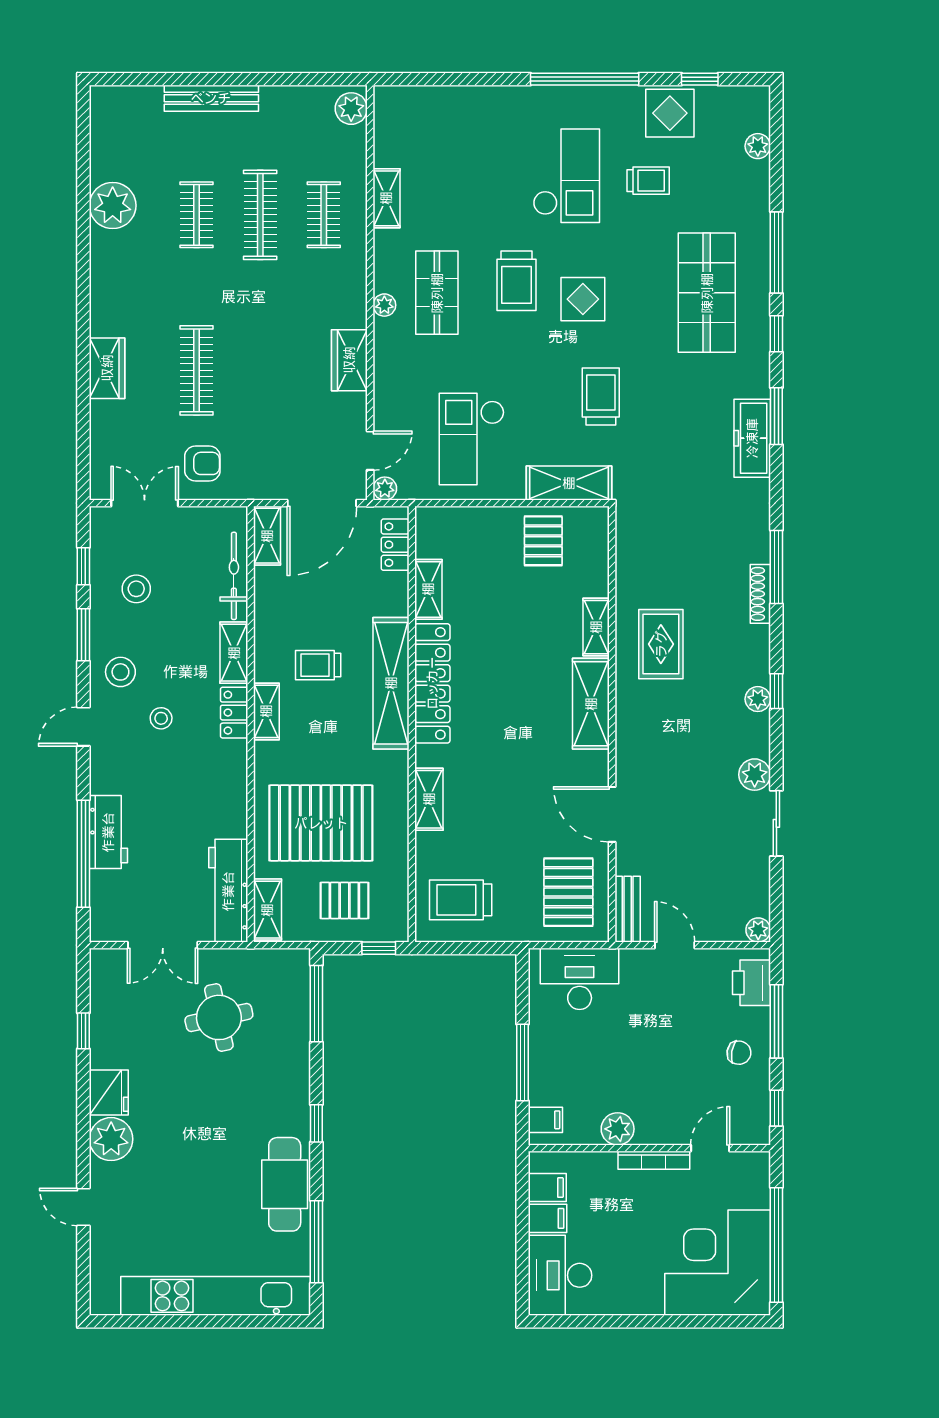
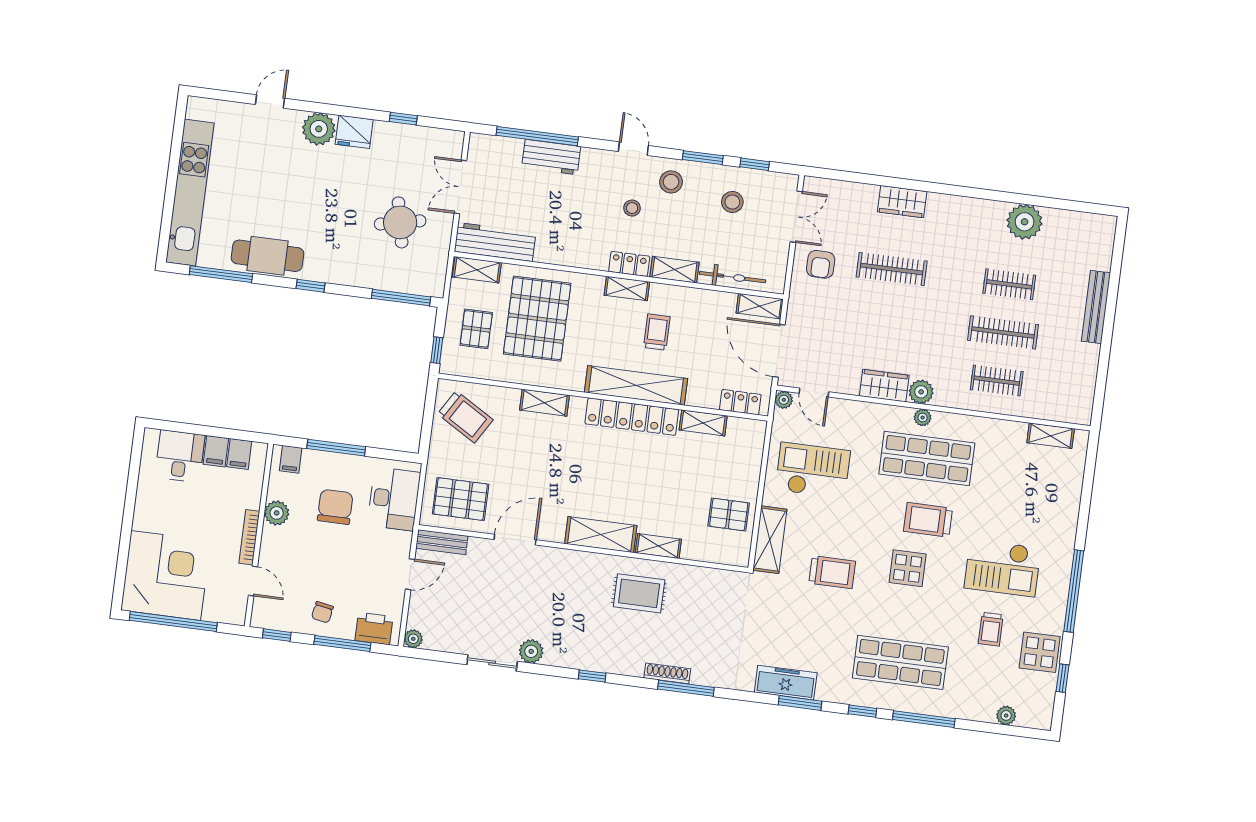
plant: (351, 109) -> (921, 392), moved
shelving: (386, 198) -> (1051, 436), moved
shop shelf: (437, 293) -> (927, 458), width x1.43, depth x1.36
plant: (758, 699) -> (588, 661), removed
trolley: (461, 900) -> (465, 417), turned 121
chair: (600, 1054) -> (335, 507), added
desk: (560, 1275) -> (180, 456), width x0.73

